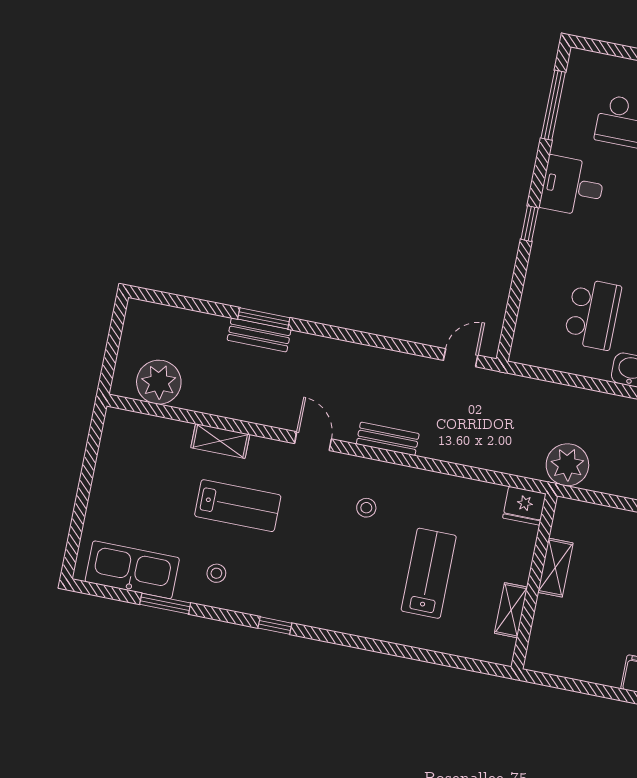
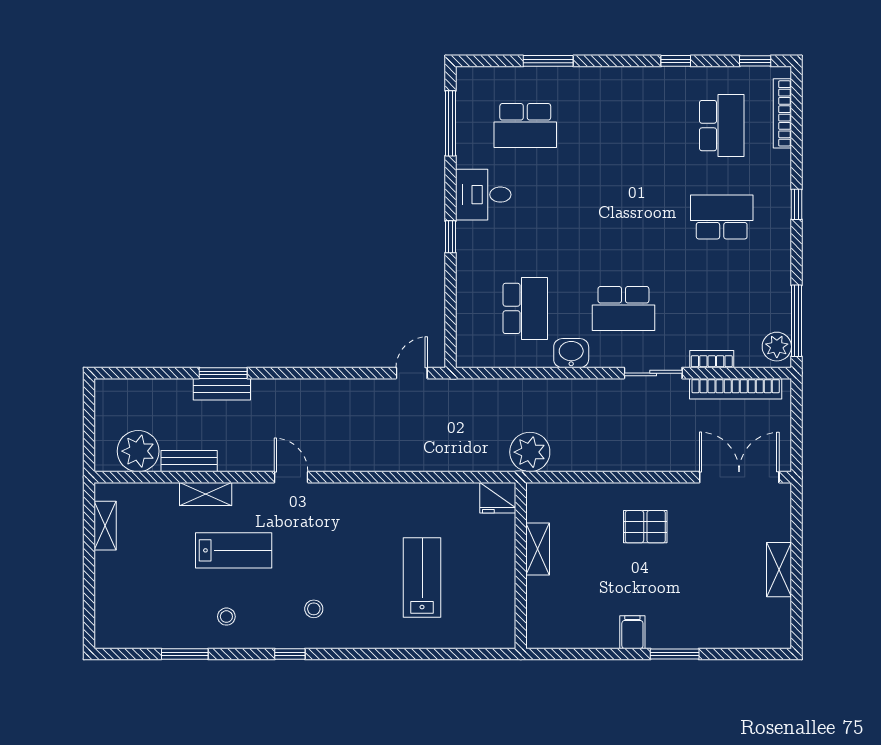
bench: (388, 439) -> (189, 461), moved
stool: (366, 508) -> (314, 609), moved
kitchen sink: (132, 570) -> (148, 629), removed
shelving: (511, 610) -> (105, 526), moved

